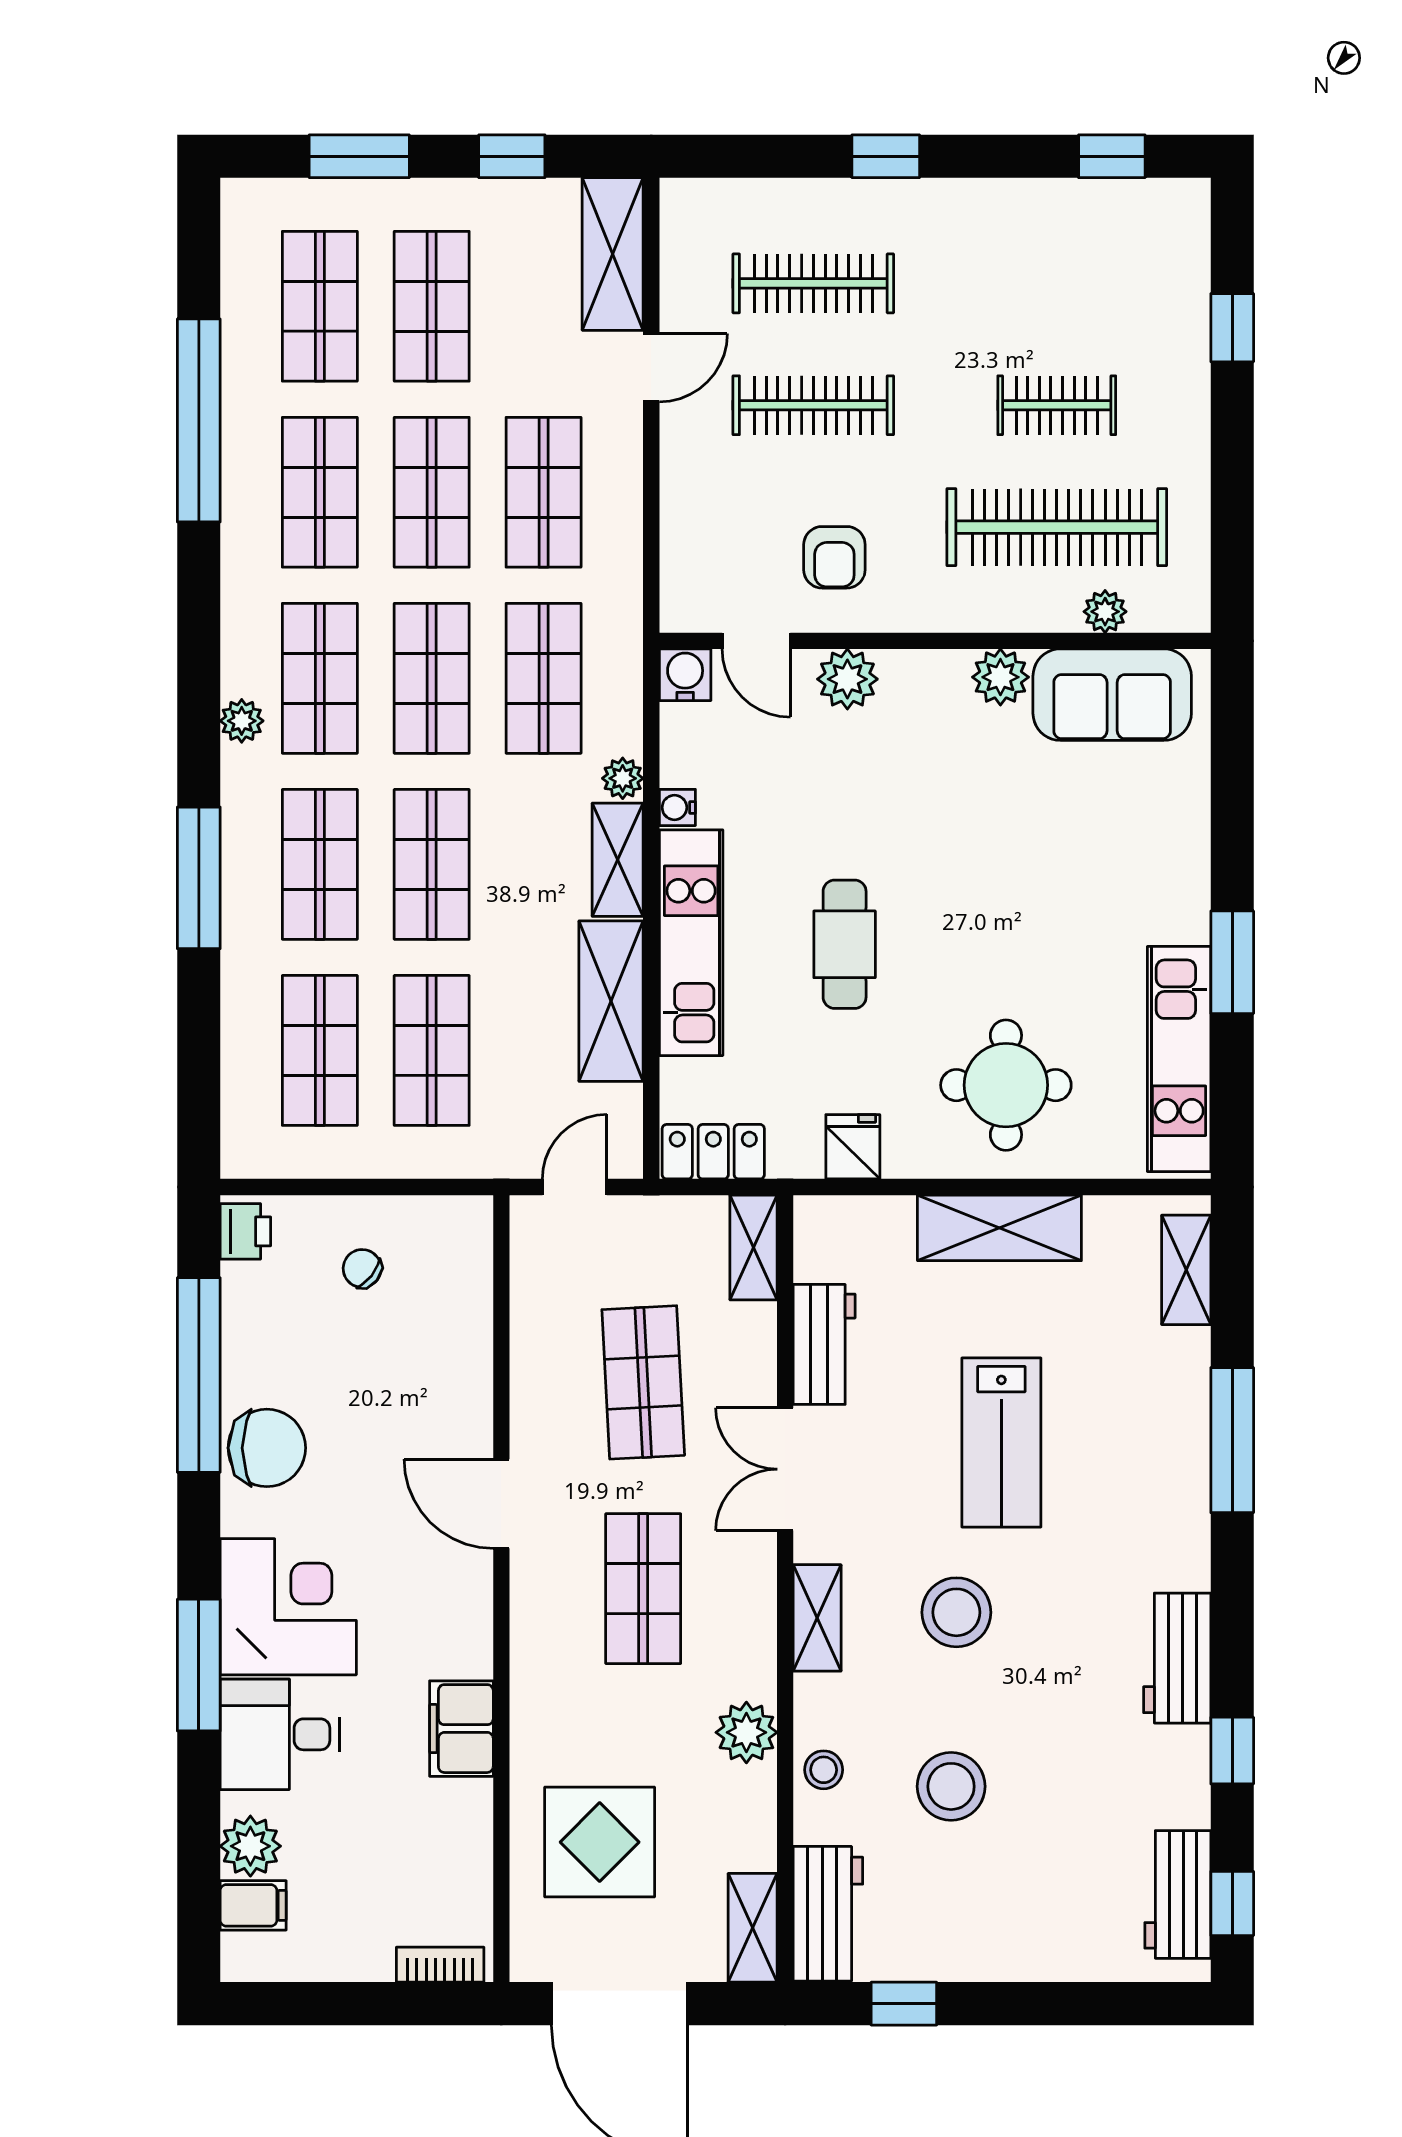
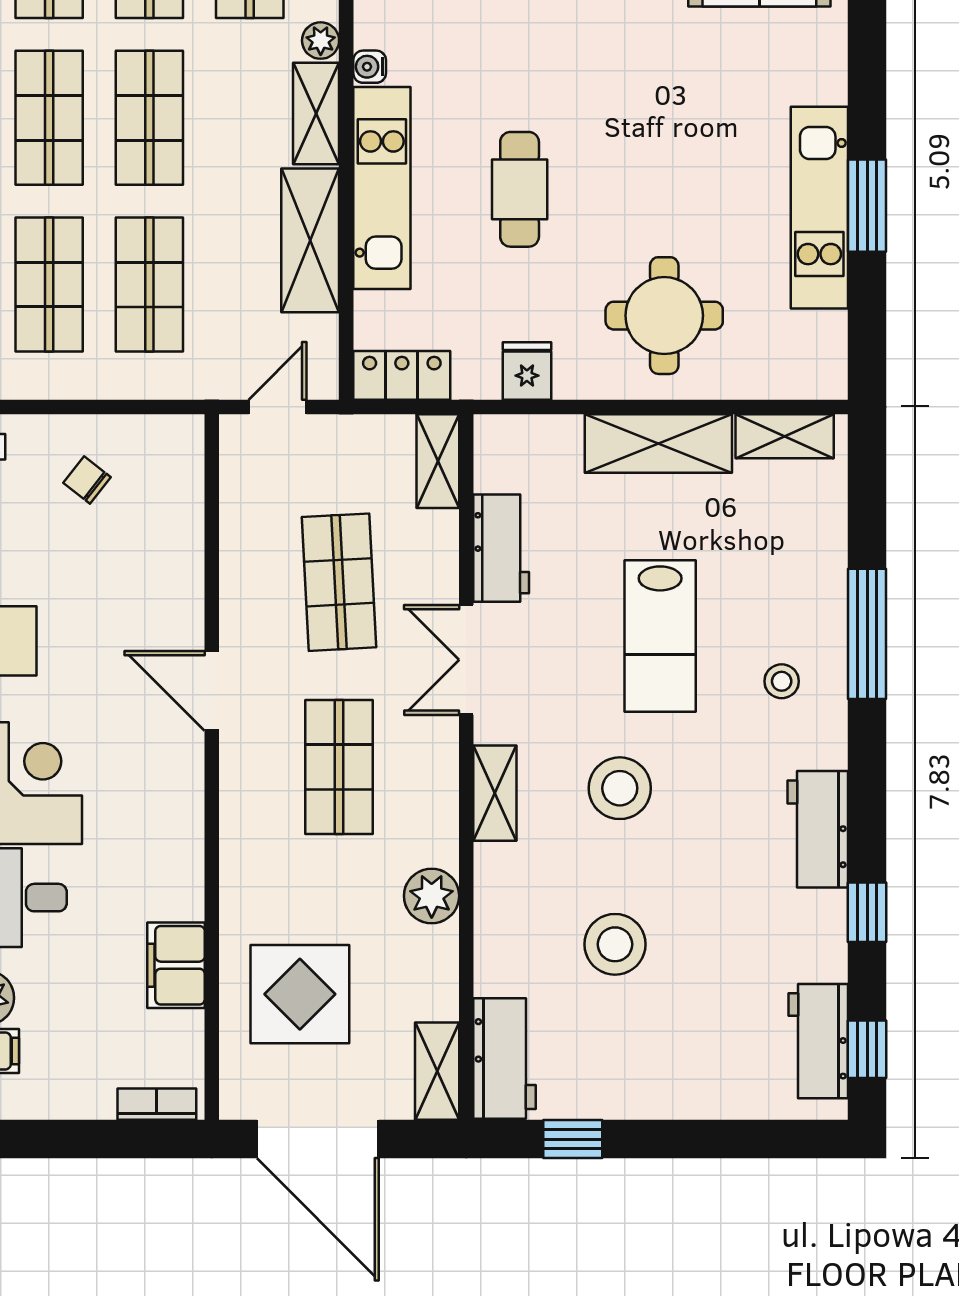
kitchen unit: (1179, 1059) -> (819, 208), moved
shelving: (1186, 1270) -> (785, 436), moved, turned 90
filing cabinet: (461, 1729) -> (176, 965), moved
stool: (824, 1770) -> (782, 681), moved

